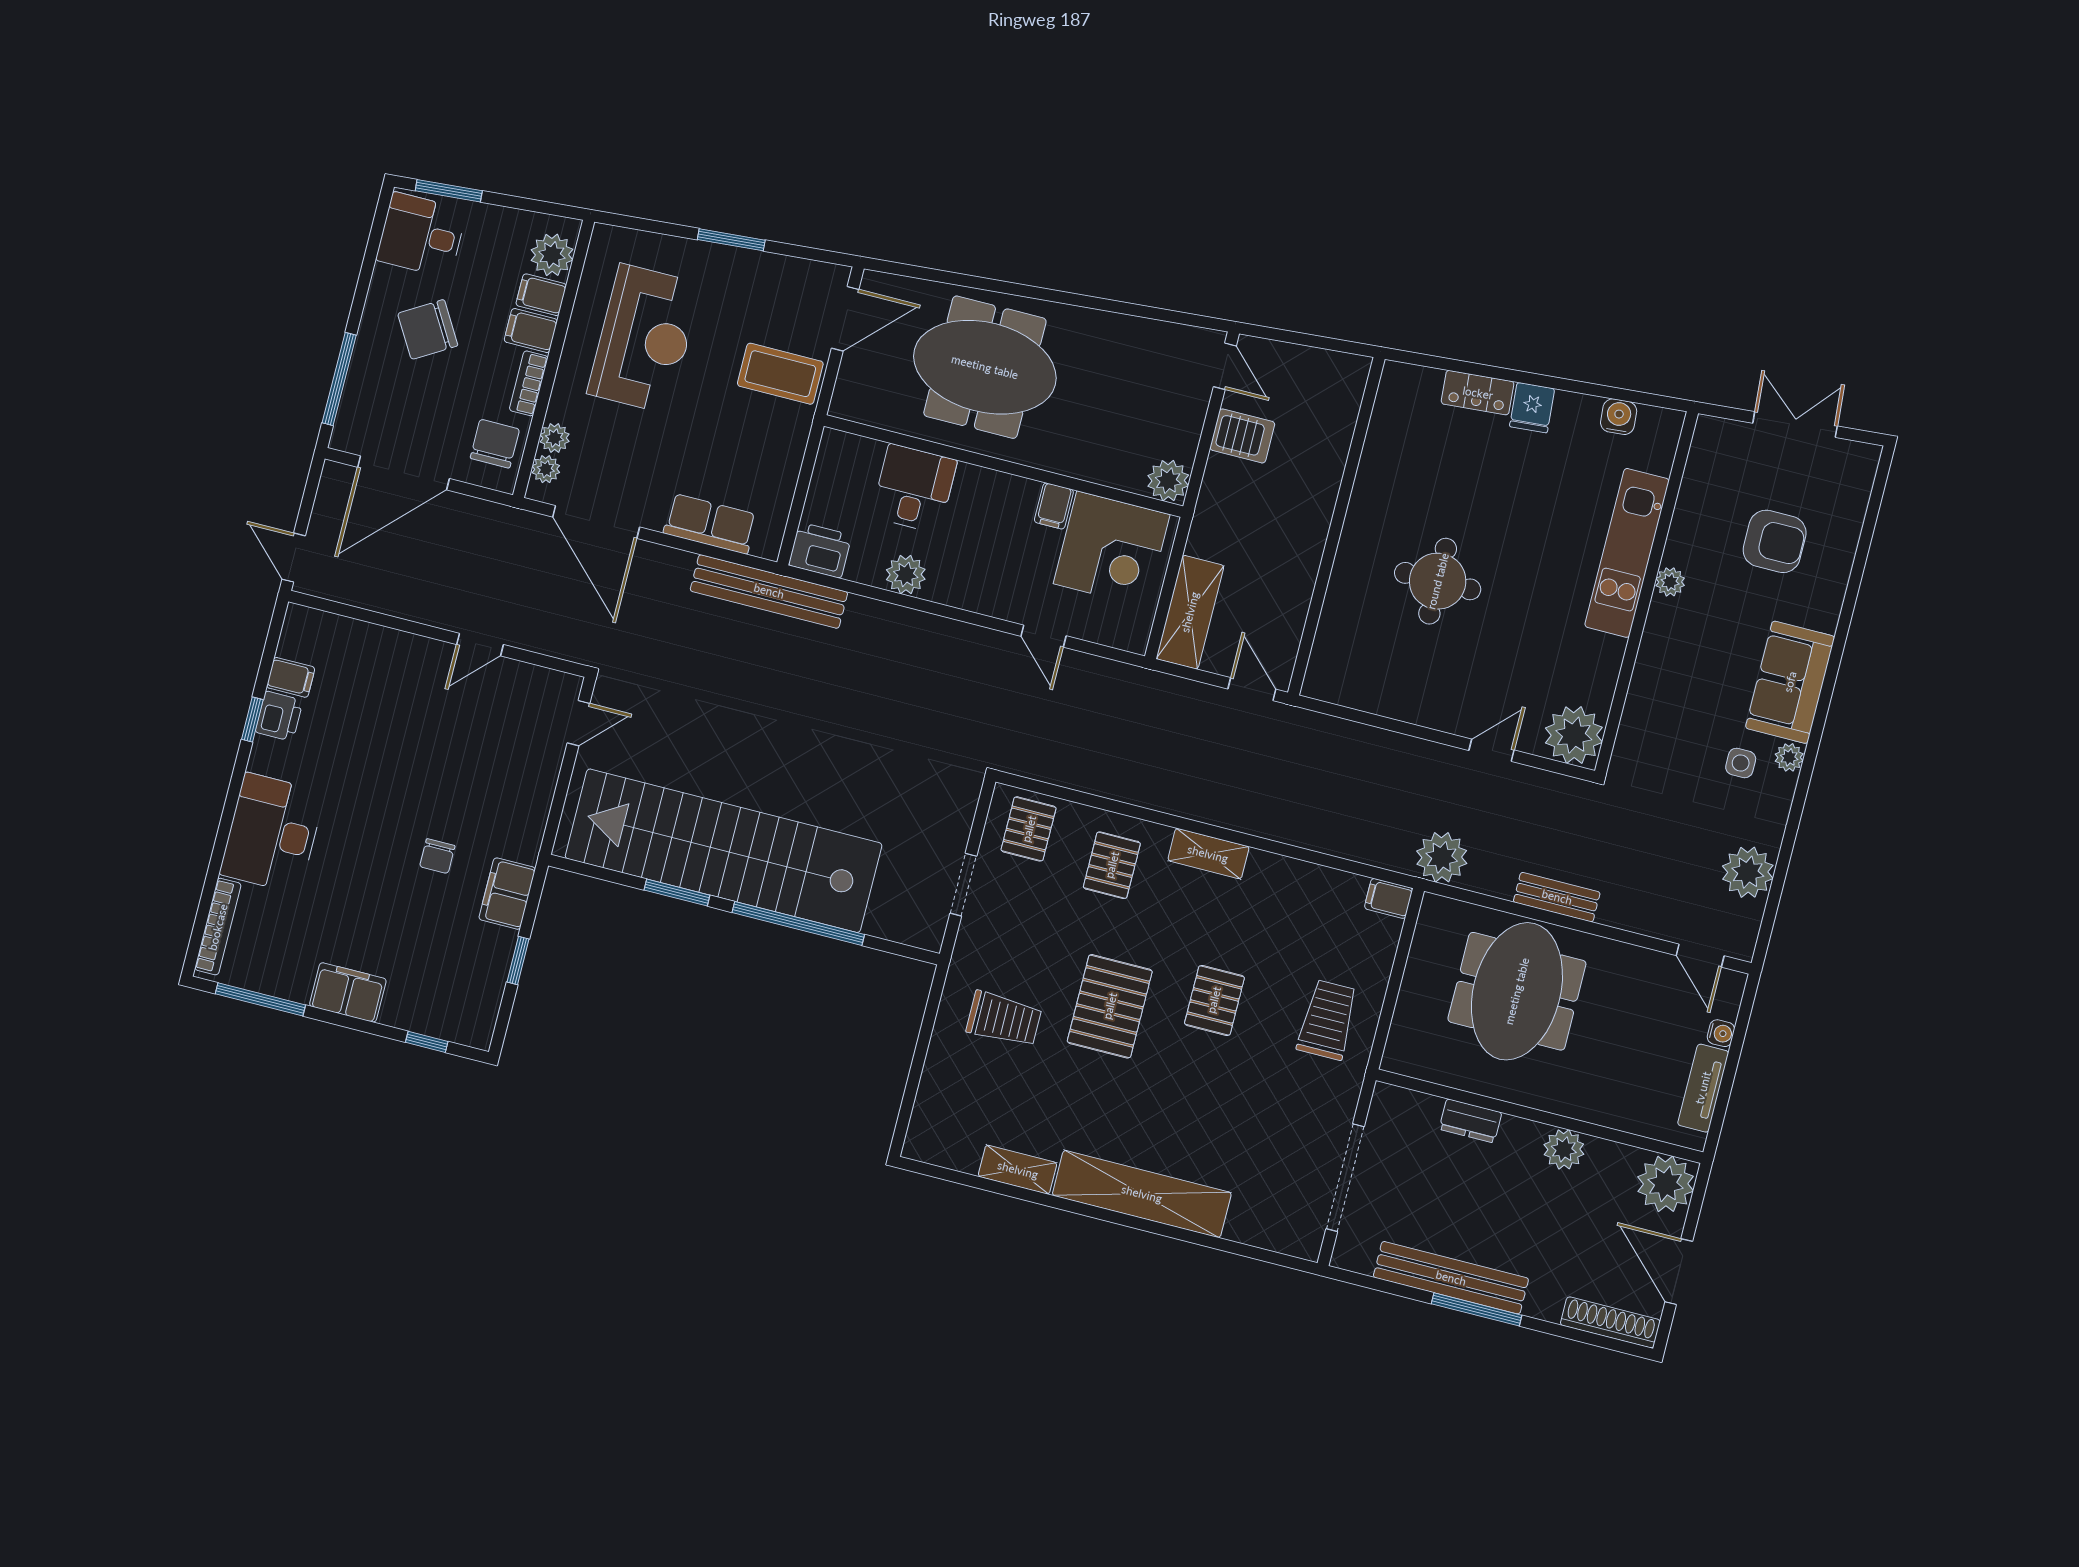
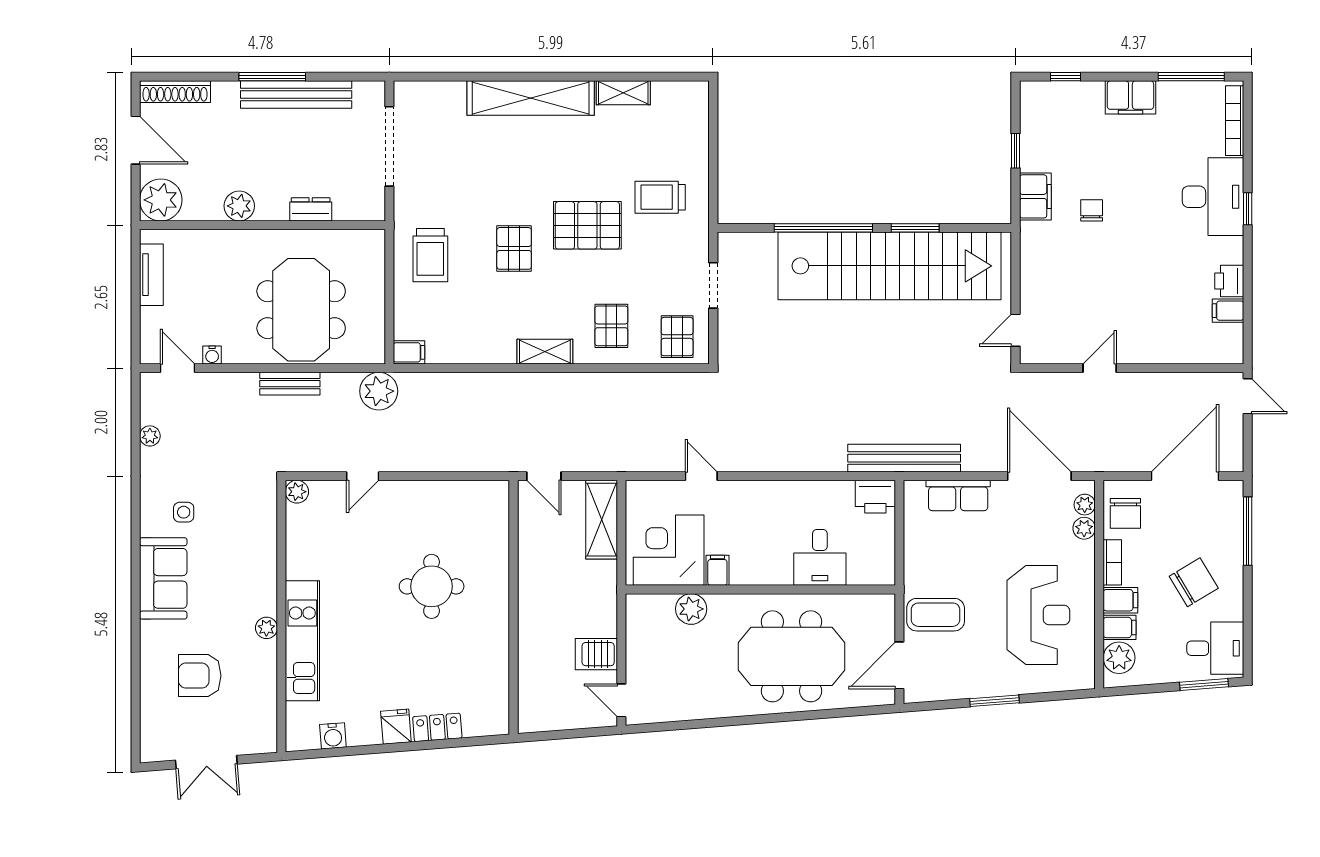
reception desk: (644, 339) -> (1038, 615), turned 180
plant: (1168, 481) -> (691, 609), moved
plant: (906, 575) -> (810, 495), removed
window: (252, 720) -> (1248, 209), moved
plant: (1574, 735) -> (297, 492), width x0.53, depth x0.53
plant: (1789, 757) -> (150, 525), removed
plant: (1748, 872) -> (150, 436), width x0.53, depth x0.53
pallet: (1110, 1006) -> (587, 225), turned 90
water cooler: (1721, 1033) -> (212, 355), moved, turned -90

